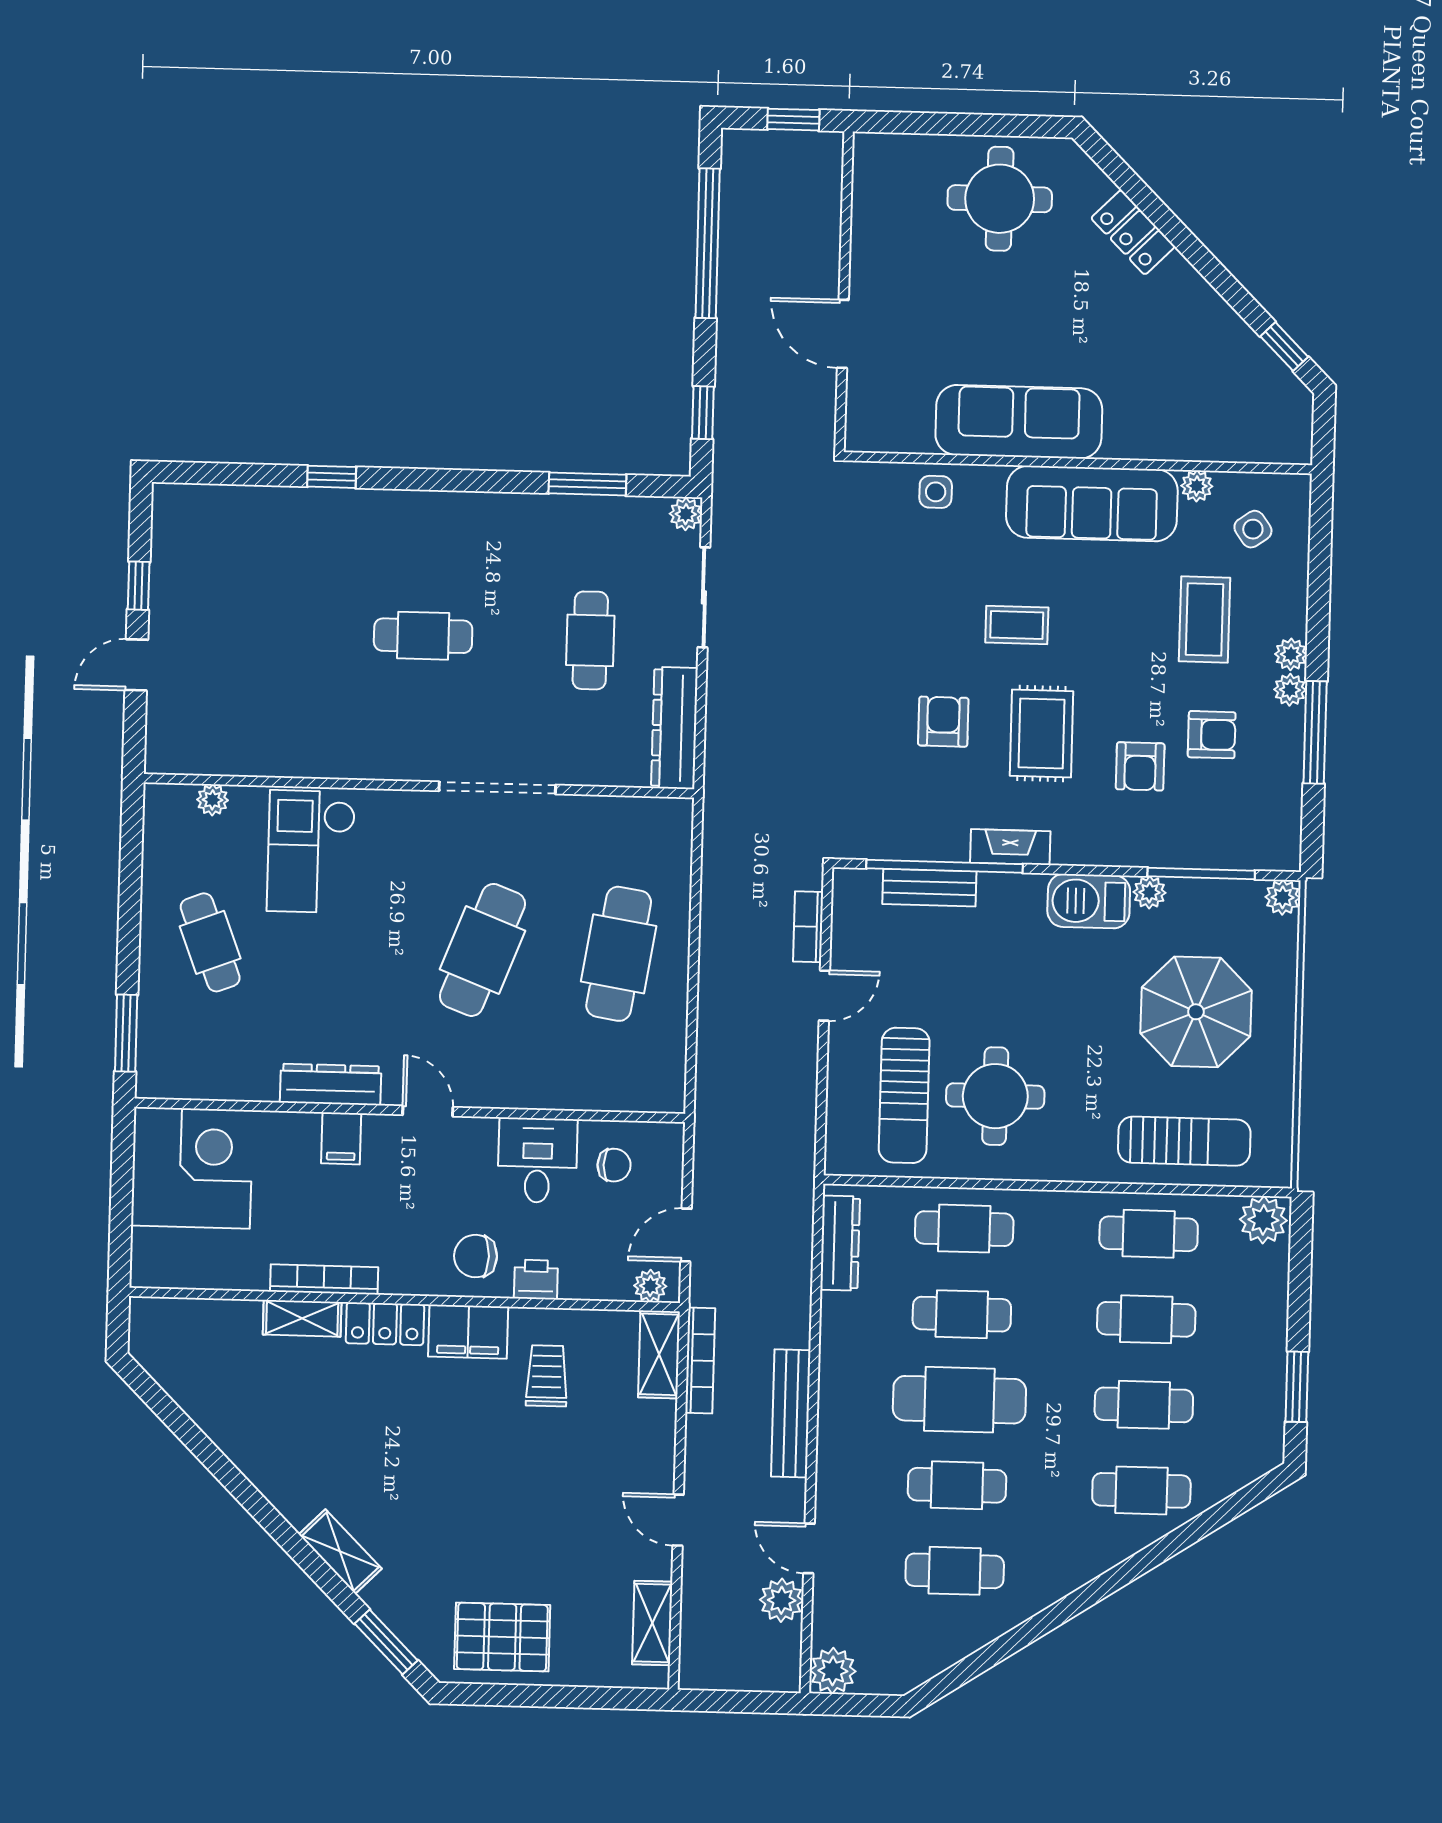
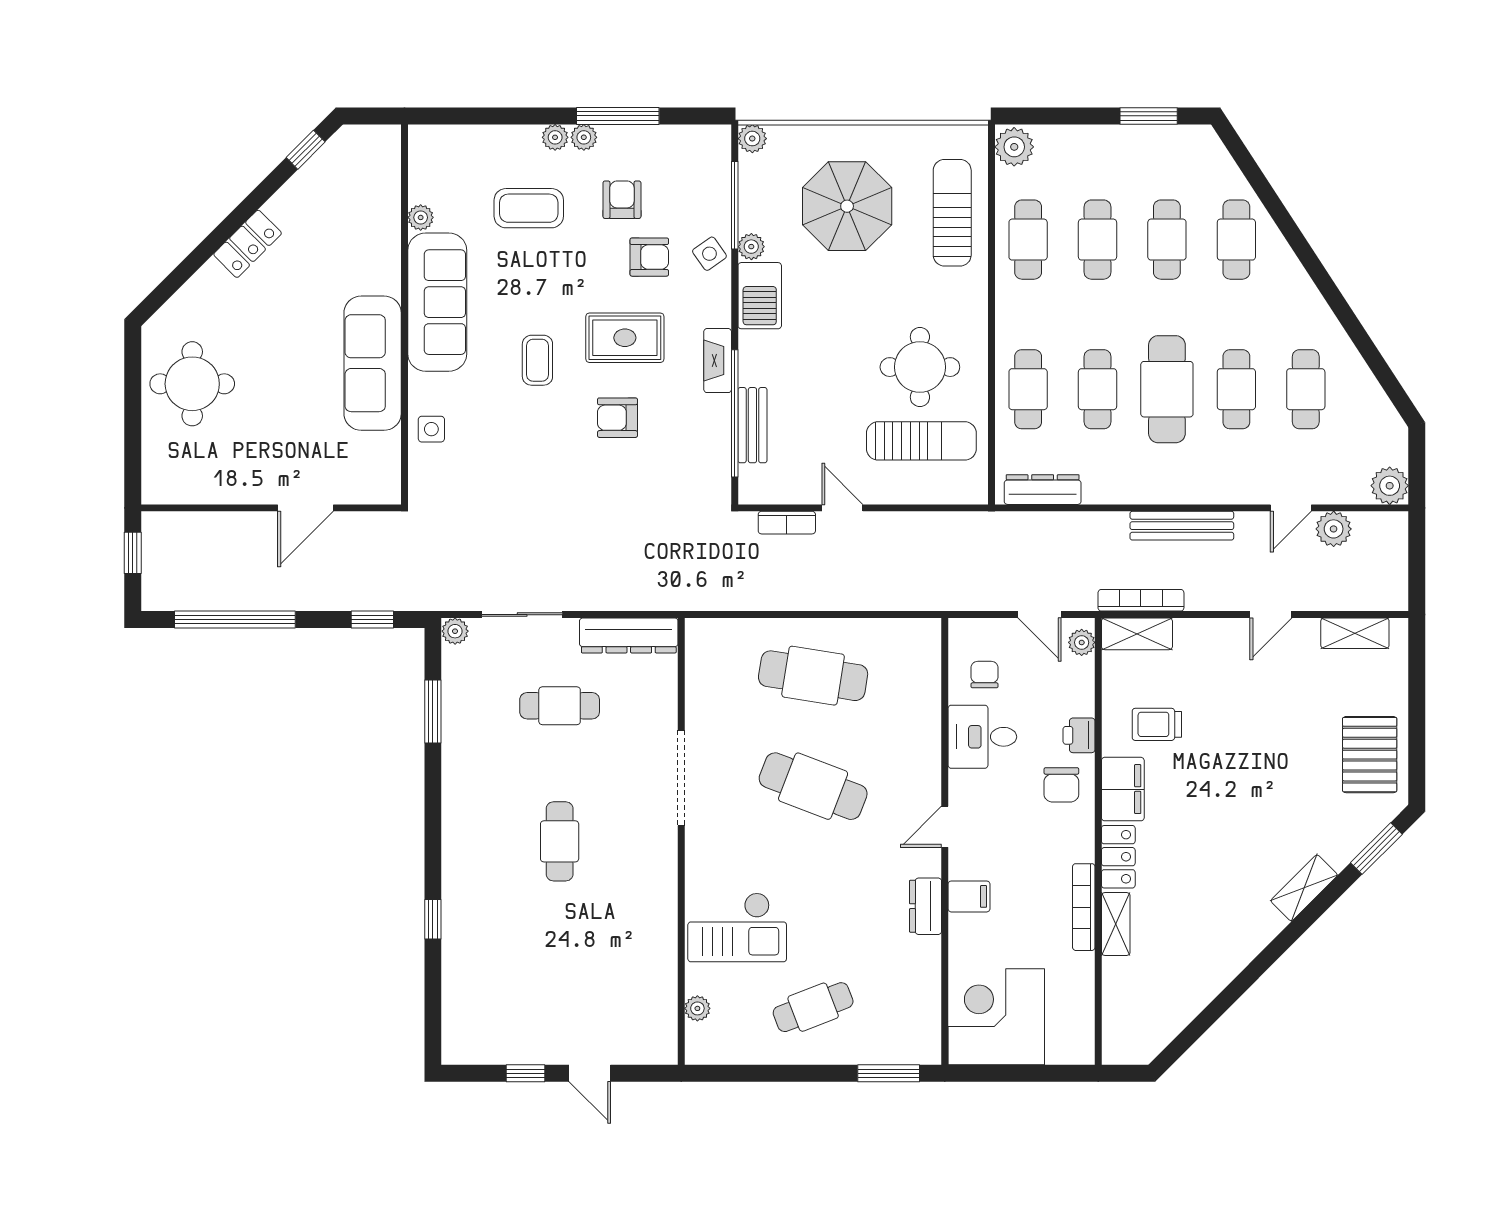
locker: (1133, 232) -> (248, 244), moved
side table: (1253, 529) -> (709, 254), moved
dresser: (331, 1084) -> (926, 906), width x0.70

